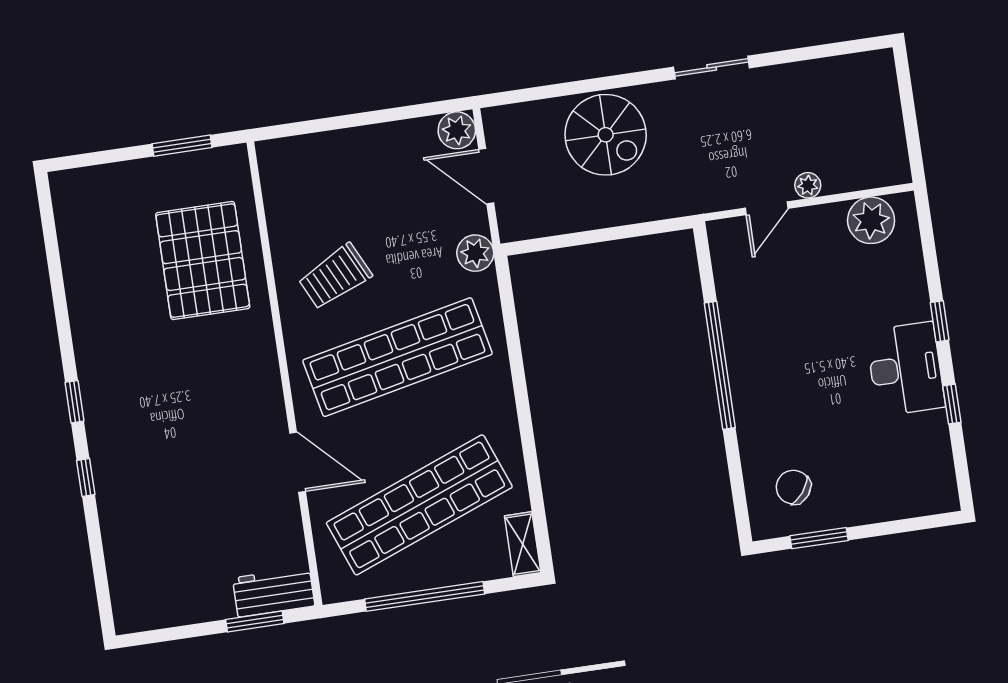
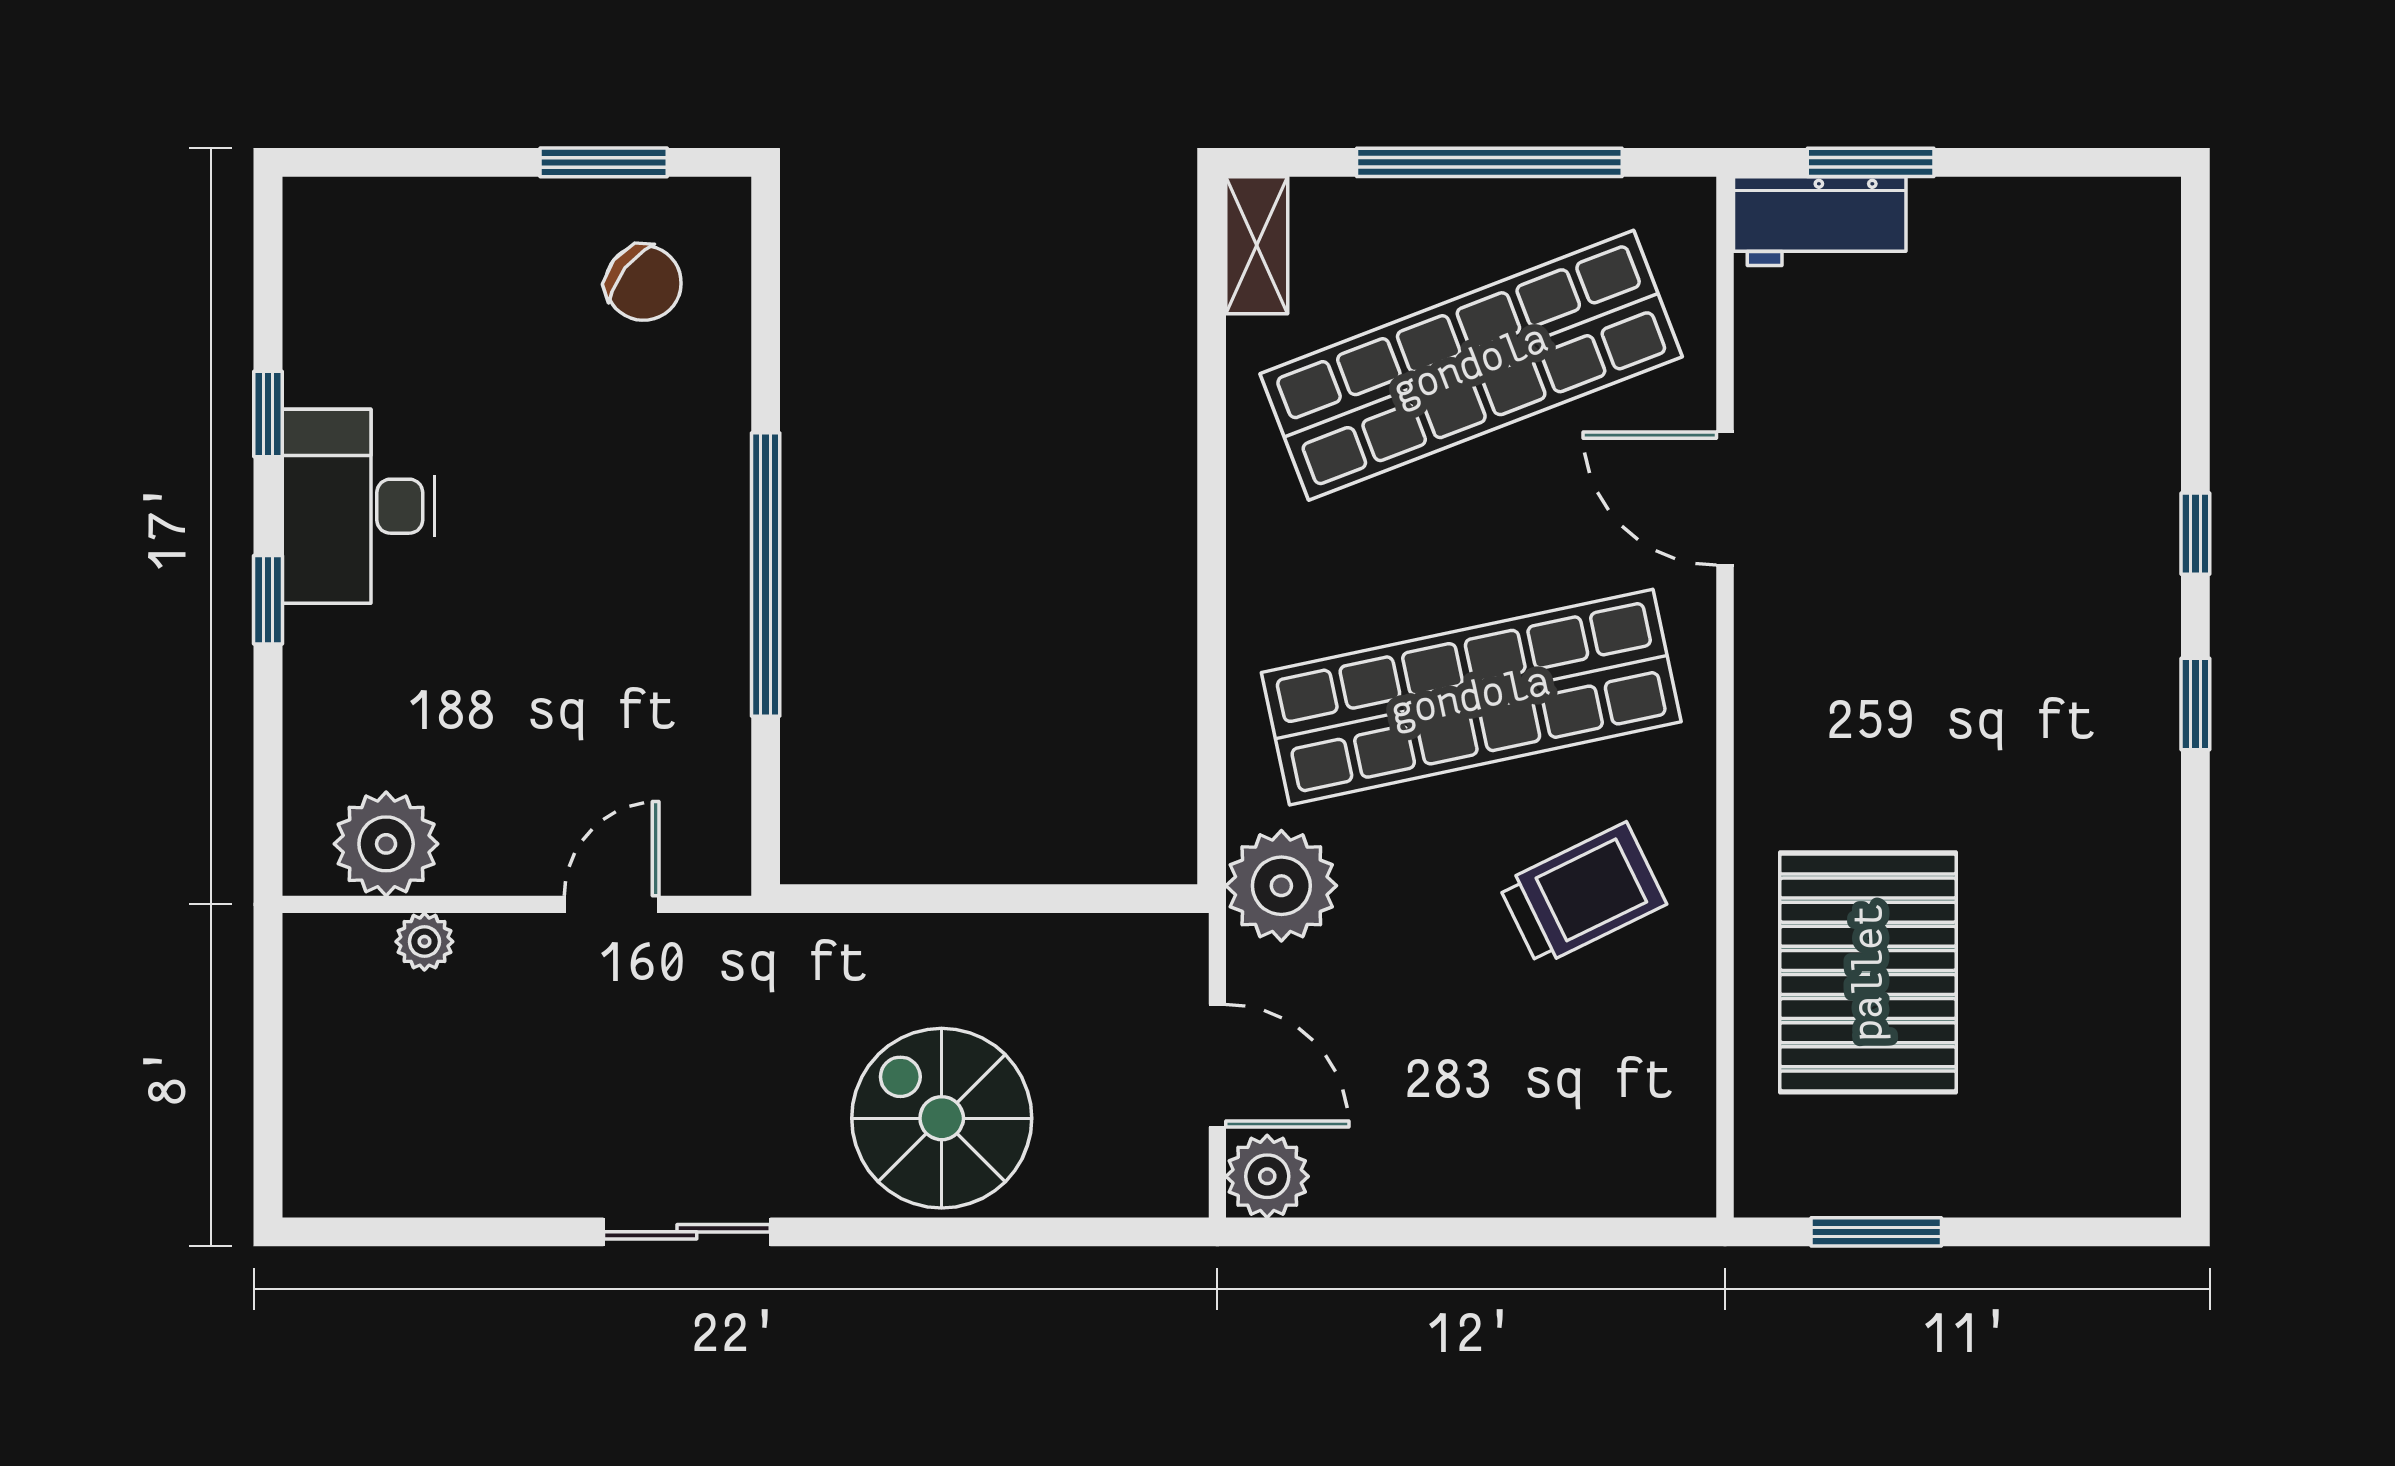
plant: (808, 185) -> (424, 942), moved
plant: (475, 253) -> (1281, 886), width x1.36, depth x1.36

